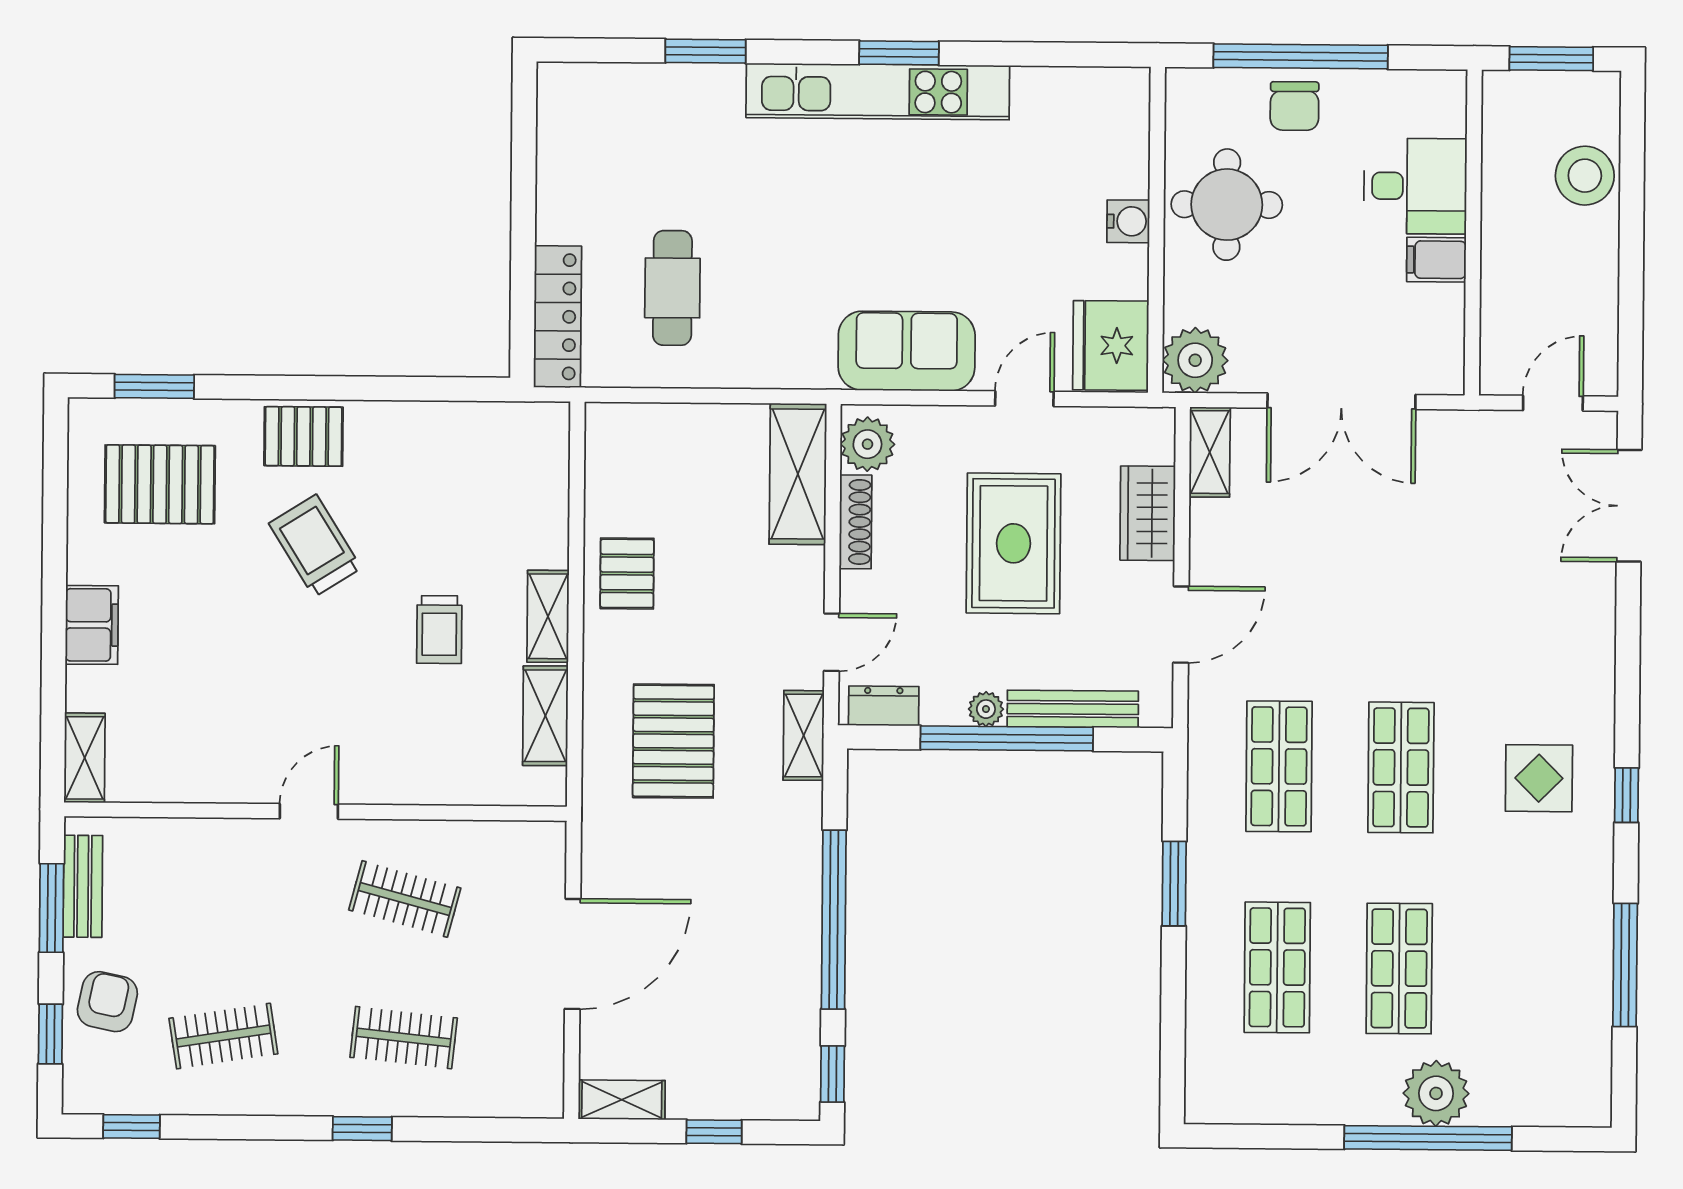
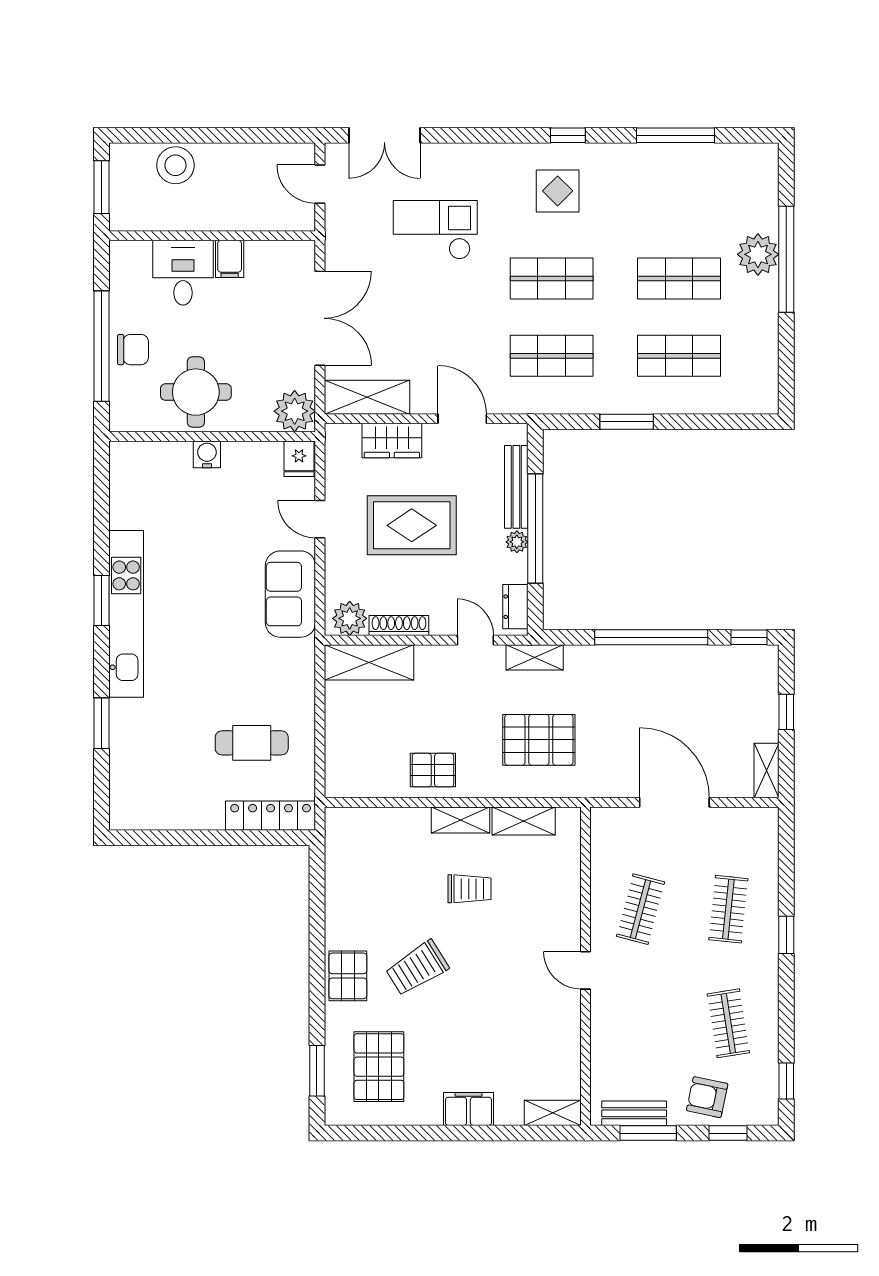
fridge: (1111, 345) -> (299, 459), width x0.53, depth x0.75
shelving: (1210, 452) -> (367, 397), width x1.50, depth x1.33
checkout: (1479, 585) -> (435, 230), added

